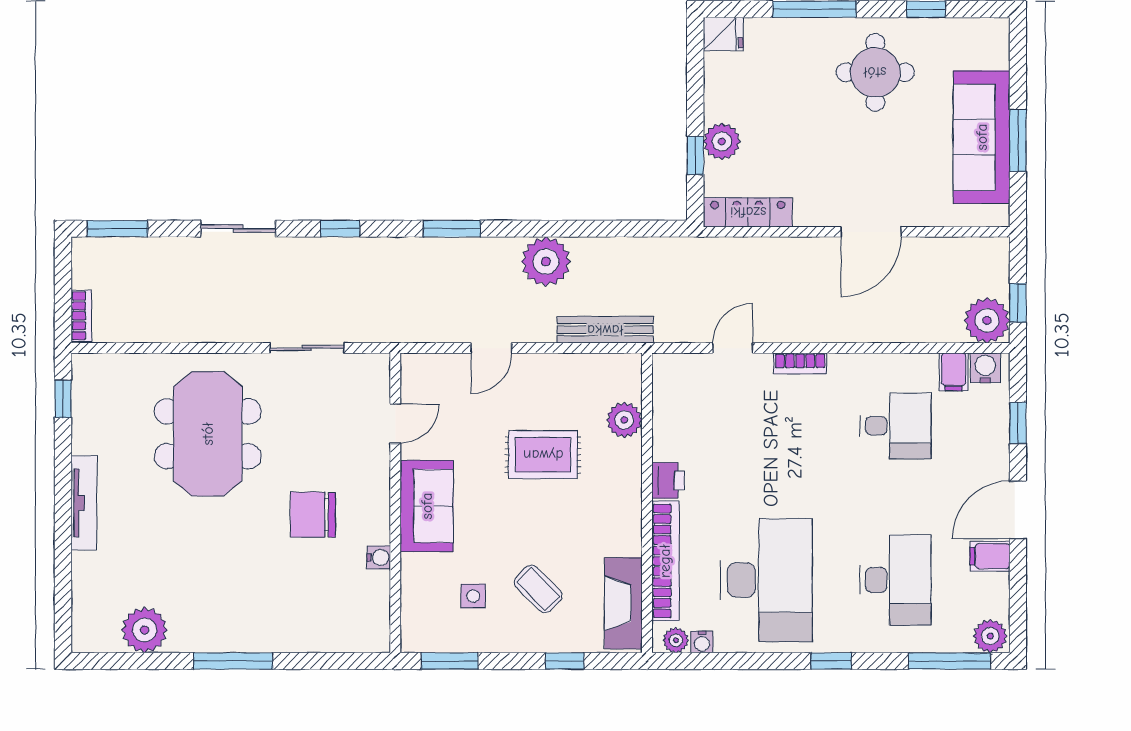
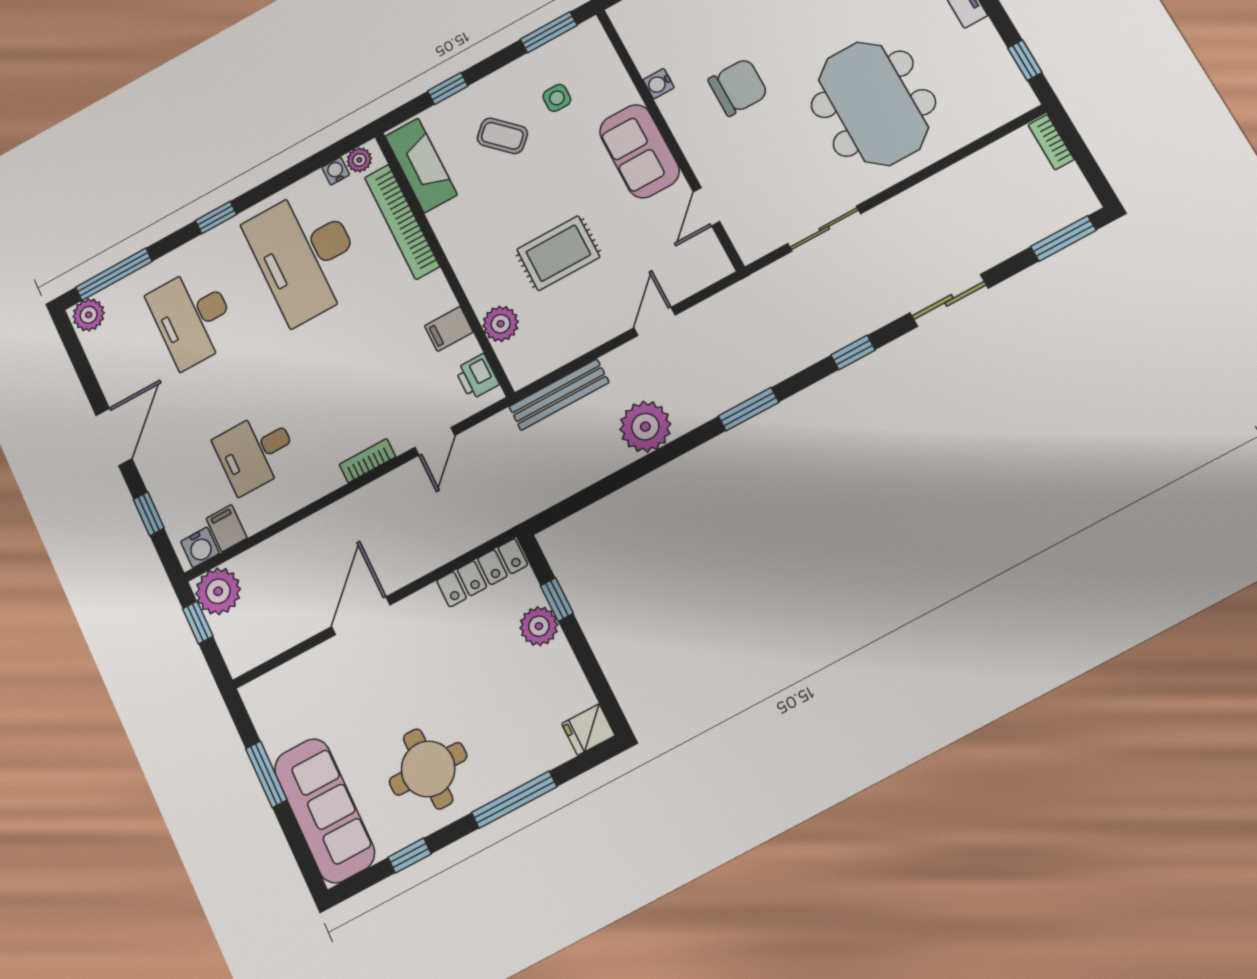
sofa: (982, 137) -> (324, 811), moved
printer: (668, 480) -> (477, 377), moved
filing cabinet: (990, 556) -> (449, 329), moved, turned 180

